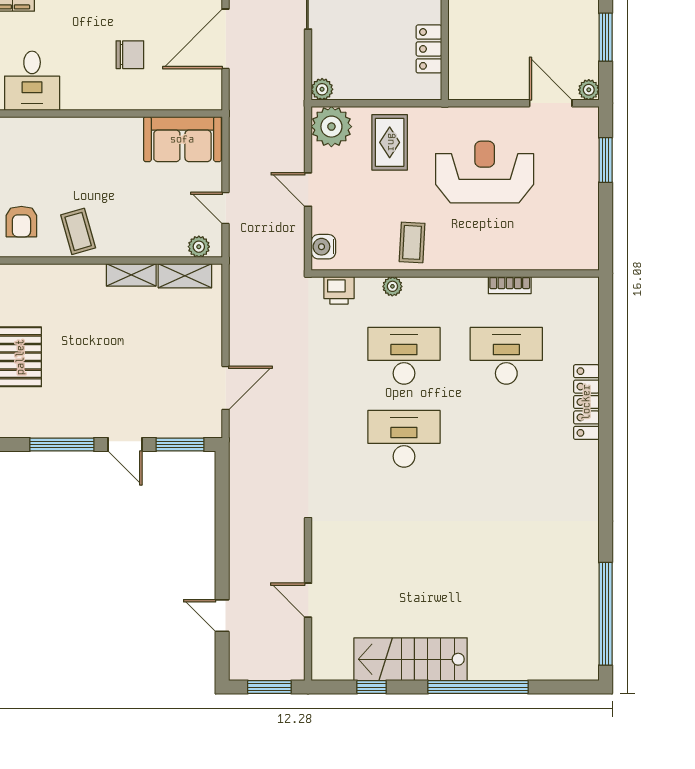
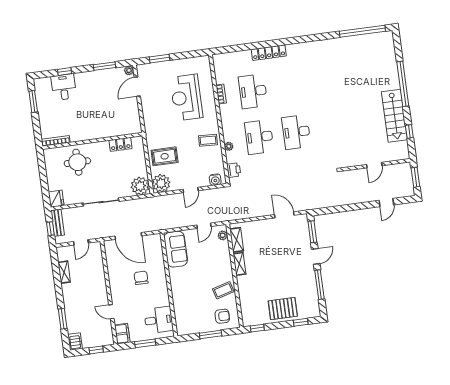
plant: (322, 89) -> (140, 186), width x1.88, depth x1.88
reception desk: (485, 172) -> (186, 97), moved

